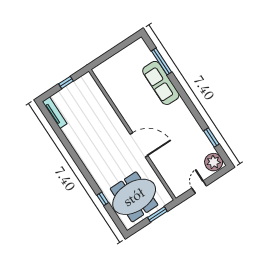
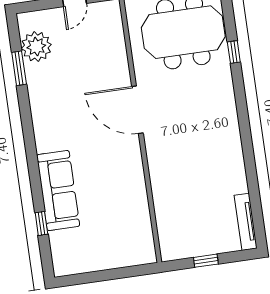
window: (162, 62) -> (41, 223), width x0.46
plant: (214, 162) -> (36, 47), moved

